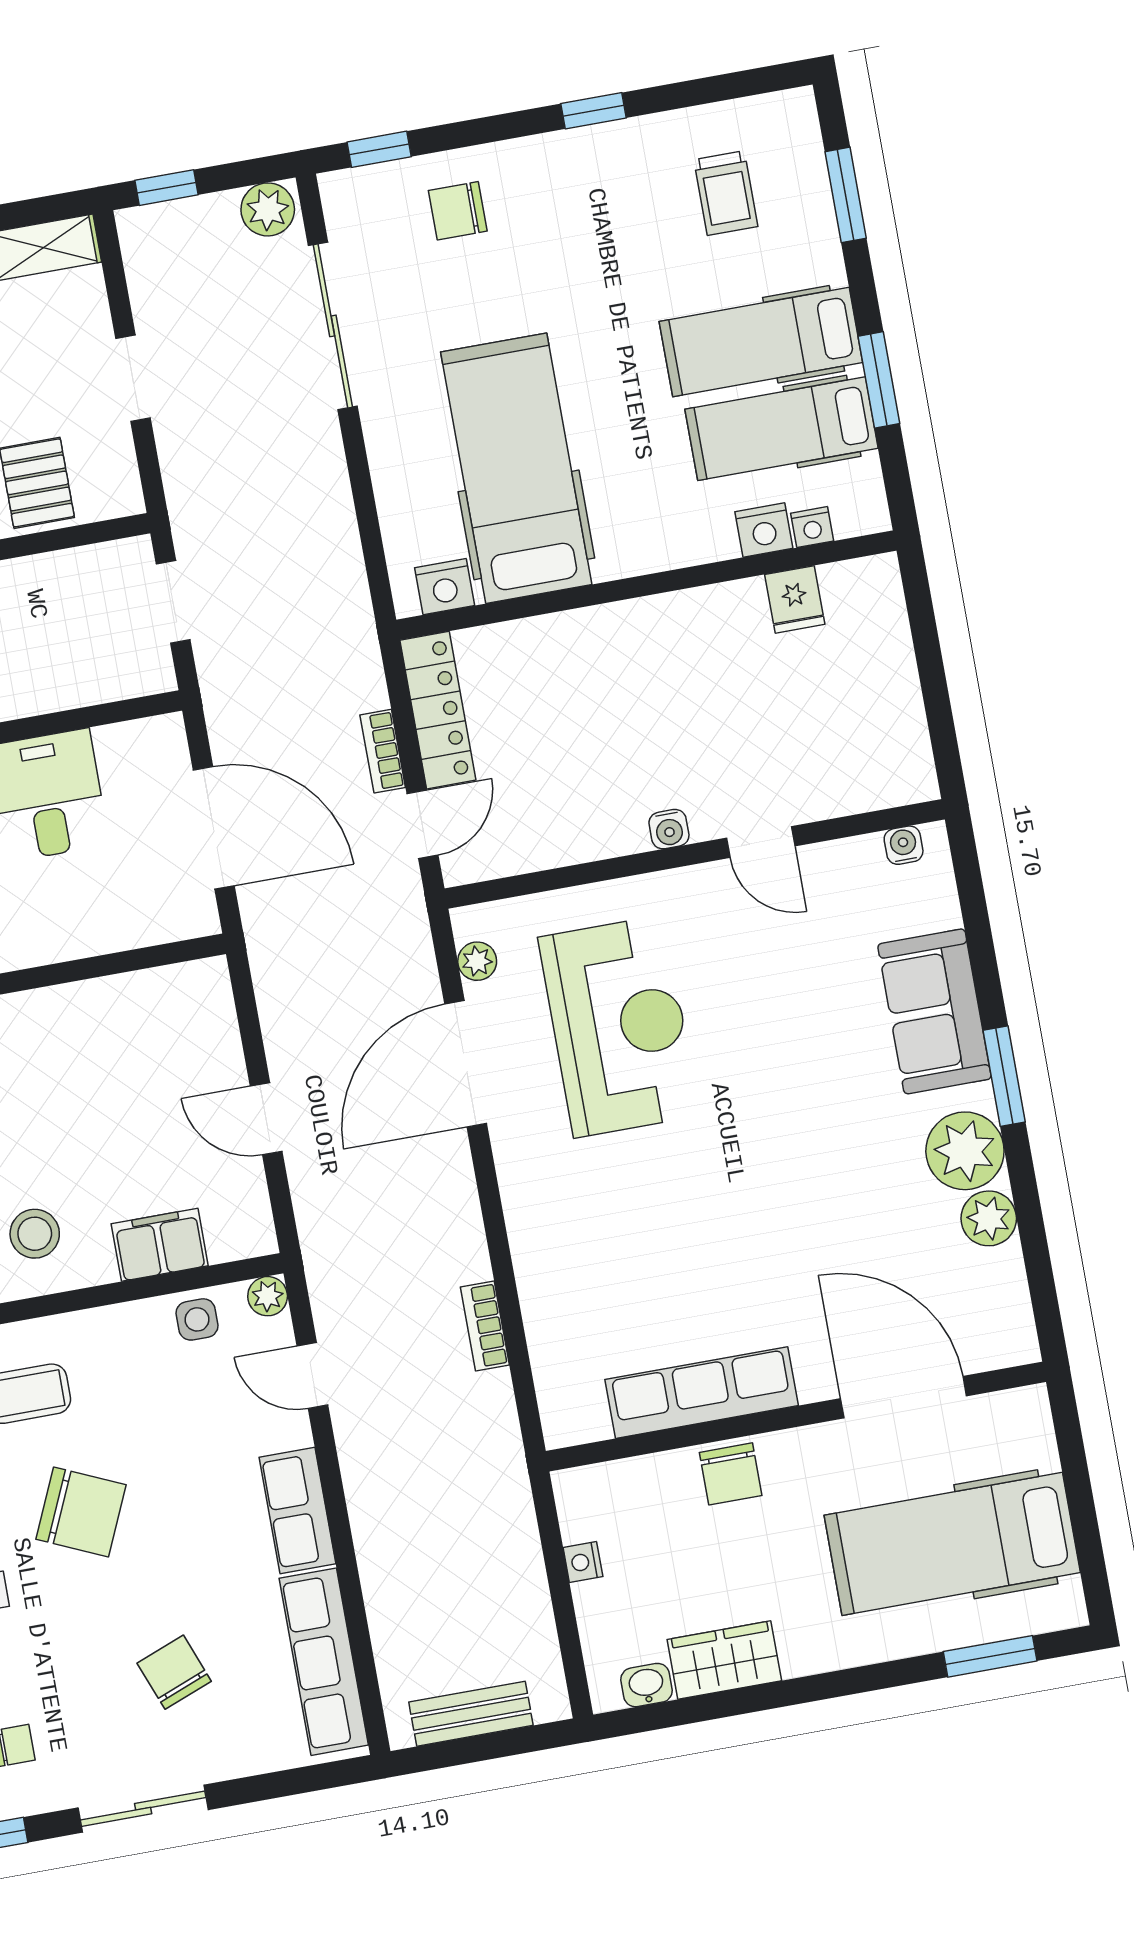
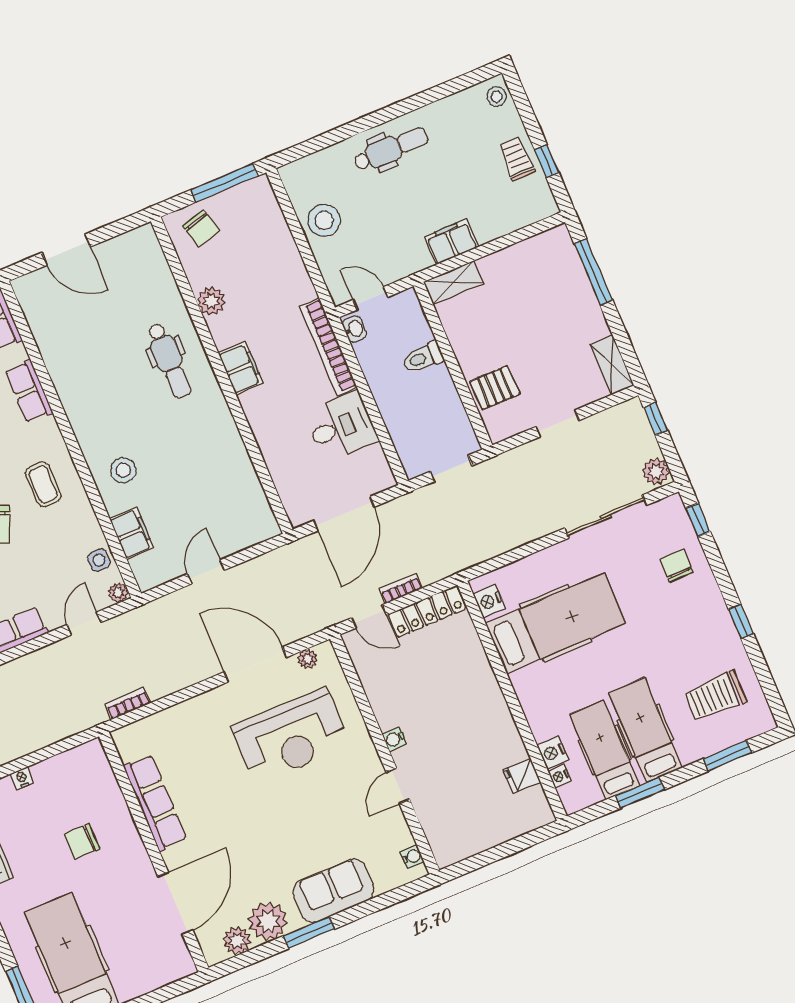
trolley: (726, 193) -> (715, 696), width x1.36, depth x1.39
row of seats: (702, 1393) -> (155, 803), moved
door: (904, 1397) -> (175, 903), moved
wall: (796, 1417) -> (154, 852), moved

